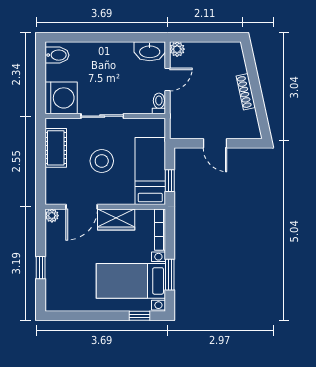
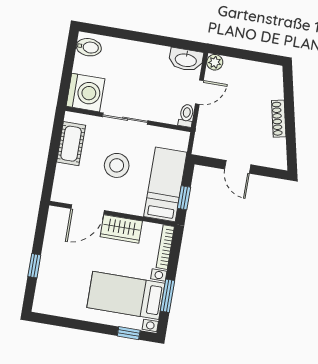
plant: (52, 216) -> (55, 213), removed

